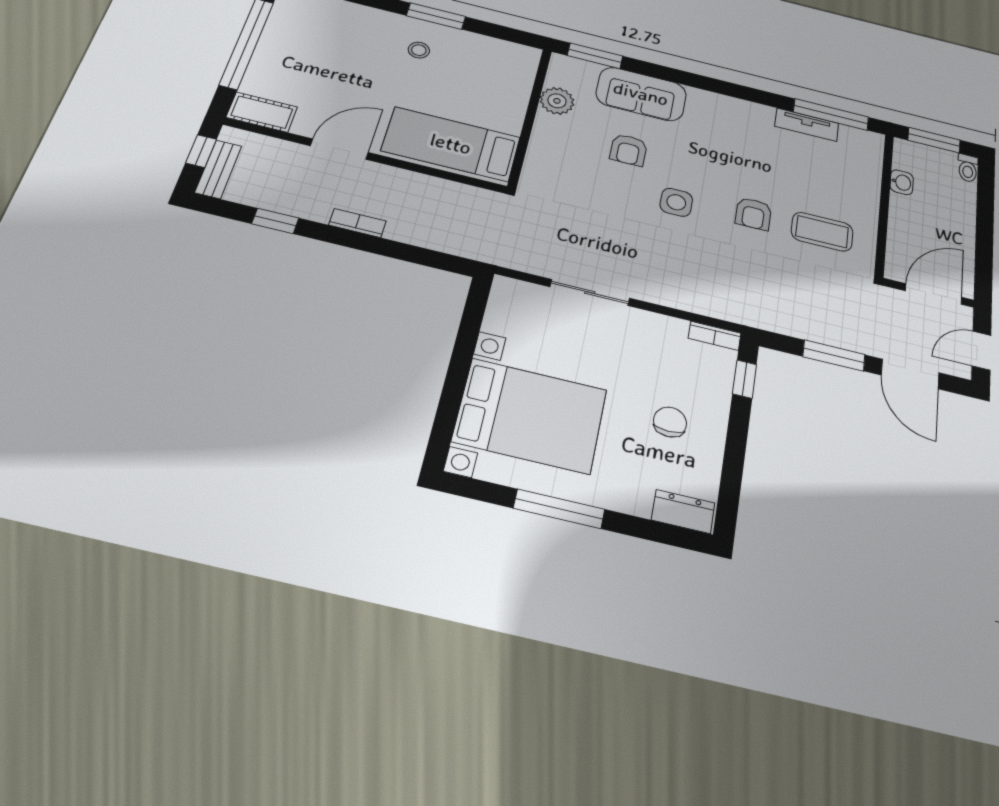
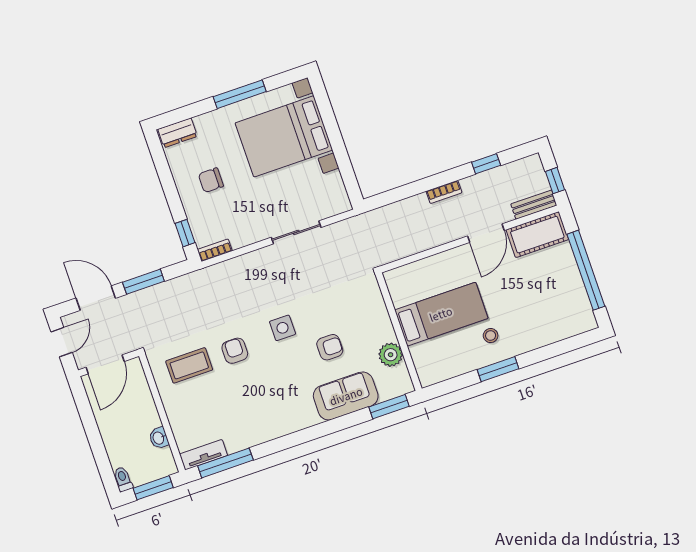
cot: (262, 112) -> (537, 235), width x1.37, depth x1.34
tv unit: (807, 125) -> (204, 455), moved
bed: (451, 144) -> (441, 314), moved
armchair: (629, 150) -> (330, 347), turned 90
bench: (218, 169) -> (534, 205), moved, turned 90
chair: (670, 422) -> (211, 180), turned 90

